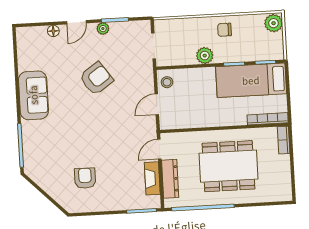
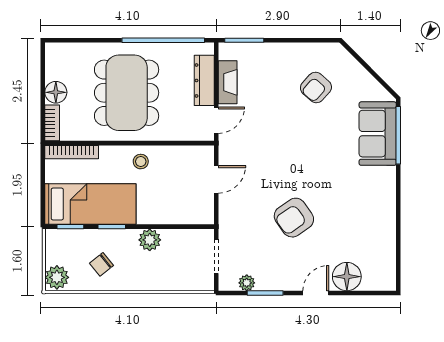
plant: (103, 29) -> (247, 283), moved
chair: (224, 30) -> (102, 264), moved, turned 141
floor lamp: (53, 31) -> (347, 277), width x1.89, depth x1.89
stool: (167, 82) -> (141, 162), moved
sofa: (33, 95) -> (378, 134), moved
floor lamp: (282, 164) -> (56, 92), added
dining table: (228, 166) -> (127, 93), turned 90
armchair: (85, 178) -> (316, 88), turned 42

